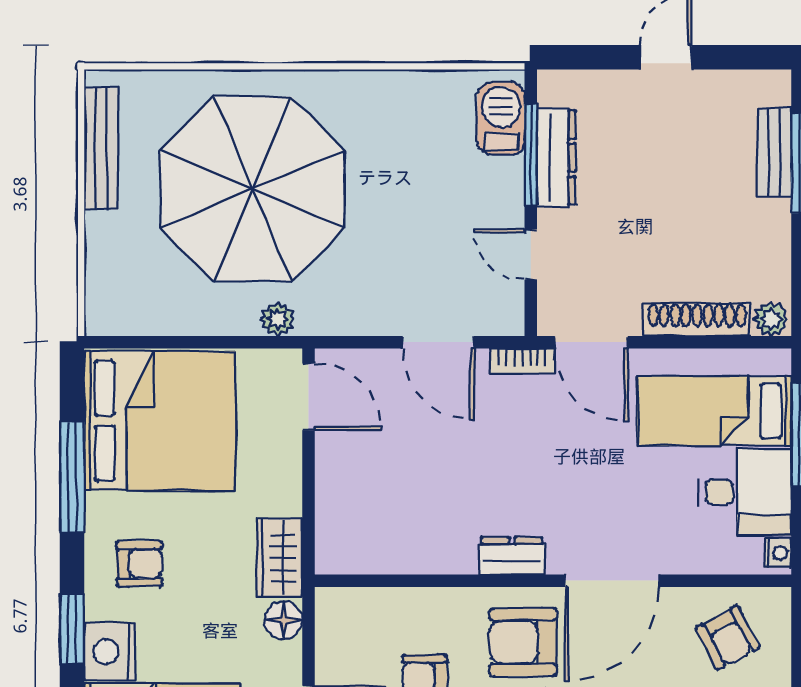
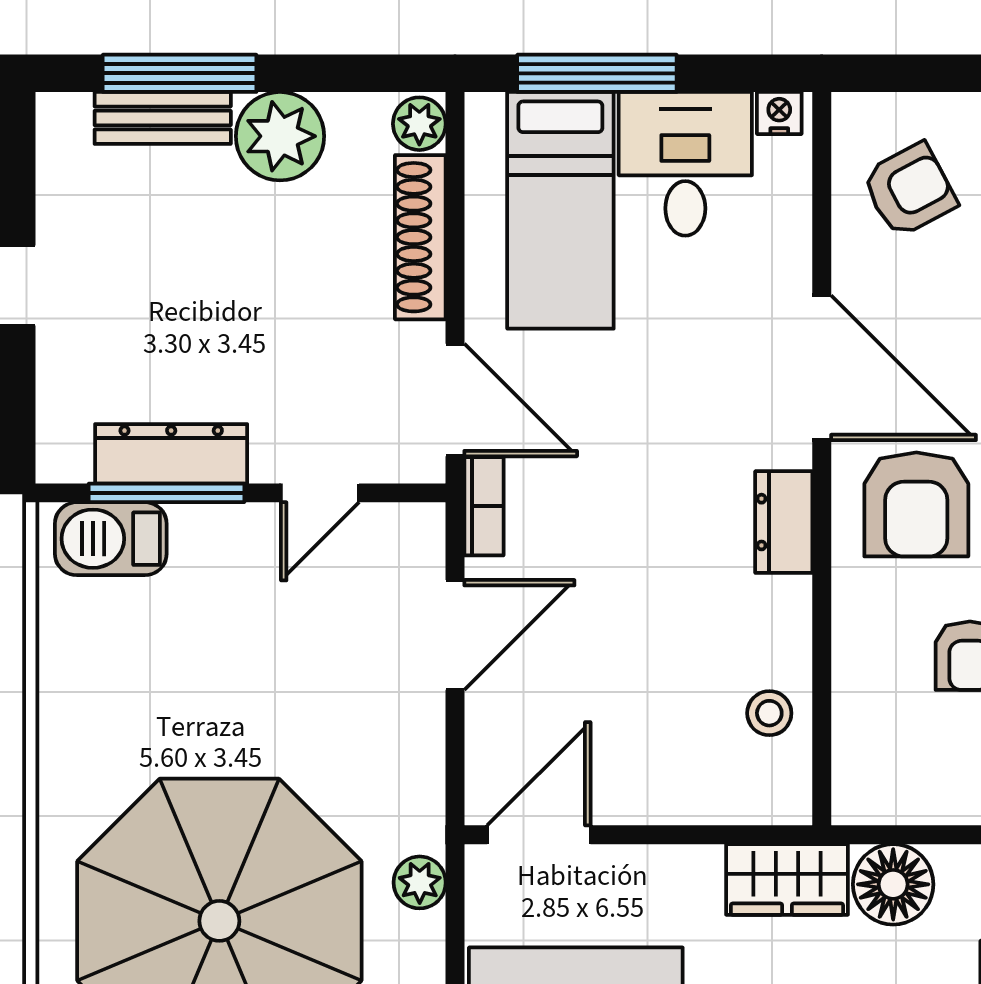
plant: (763, 228) -> (280, 136), added
door: (591, 342) -> (455, 400), hinge flipped
stool: (388, 547) -> (769, 713), added
floor lamp: (283, 620) -> (893, 884), width x1.38, depth x1.38

